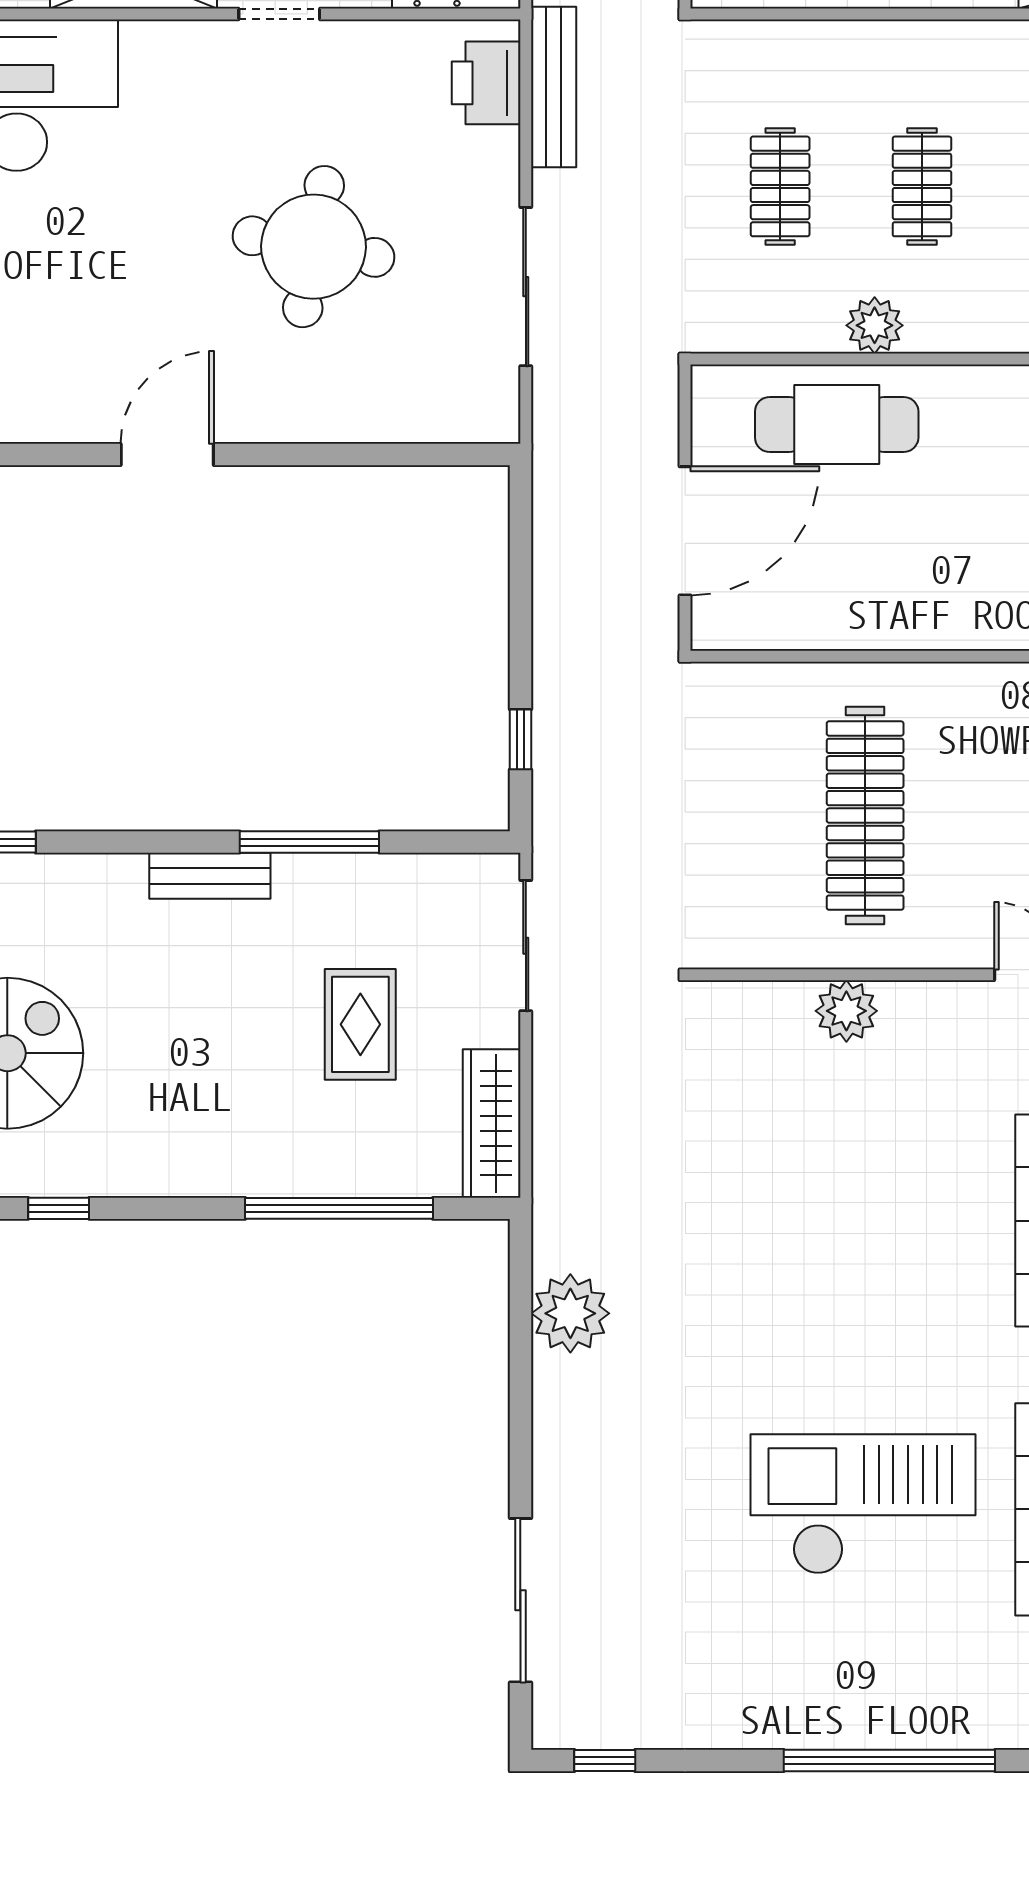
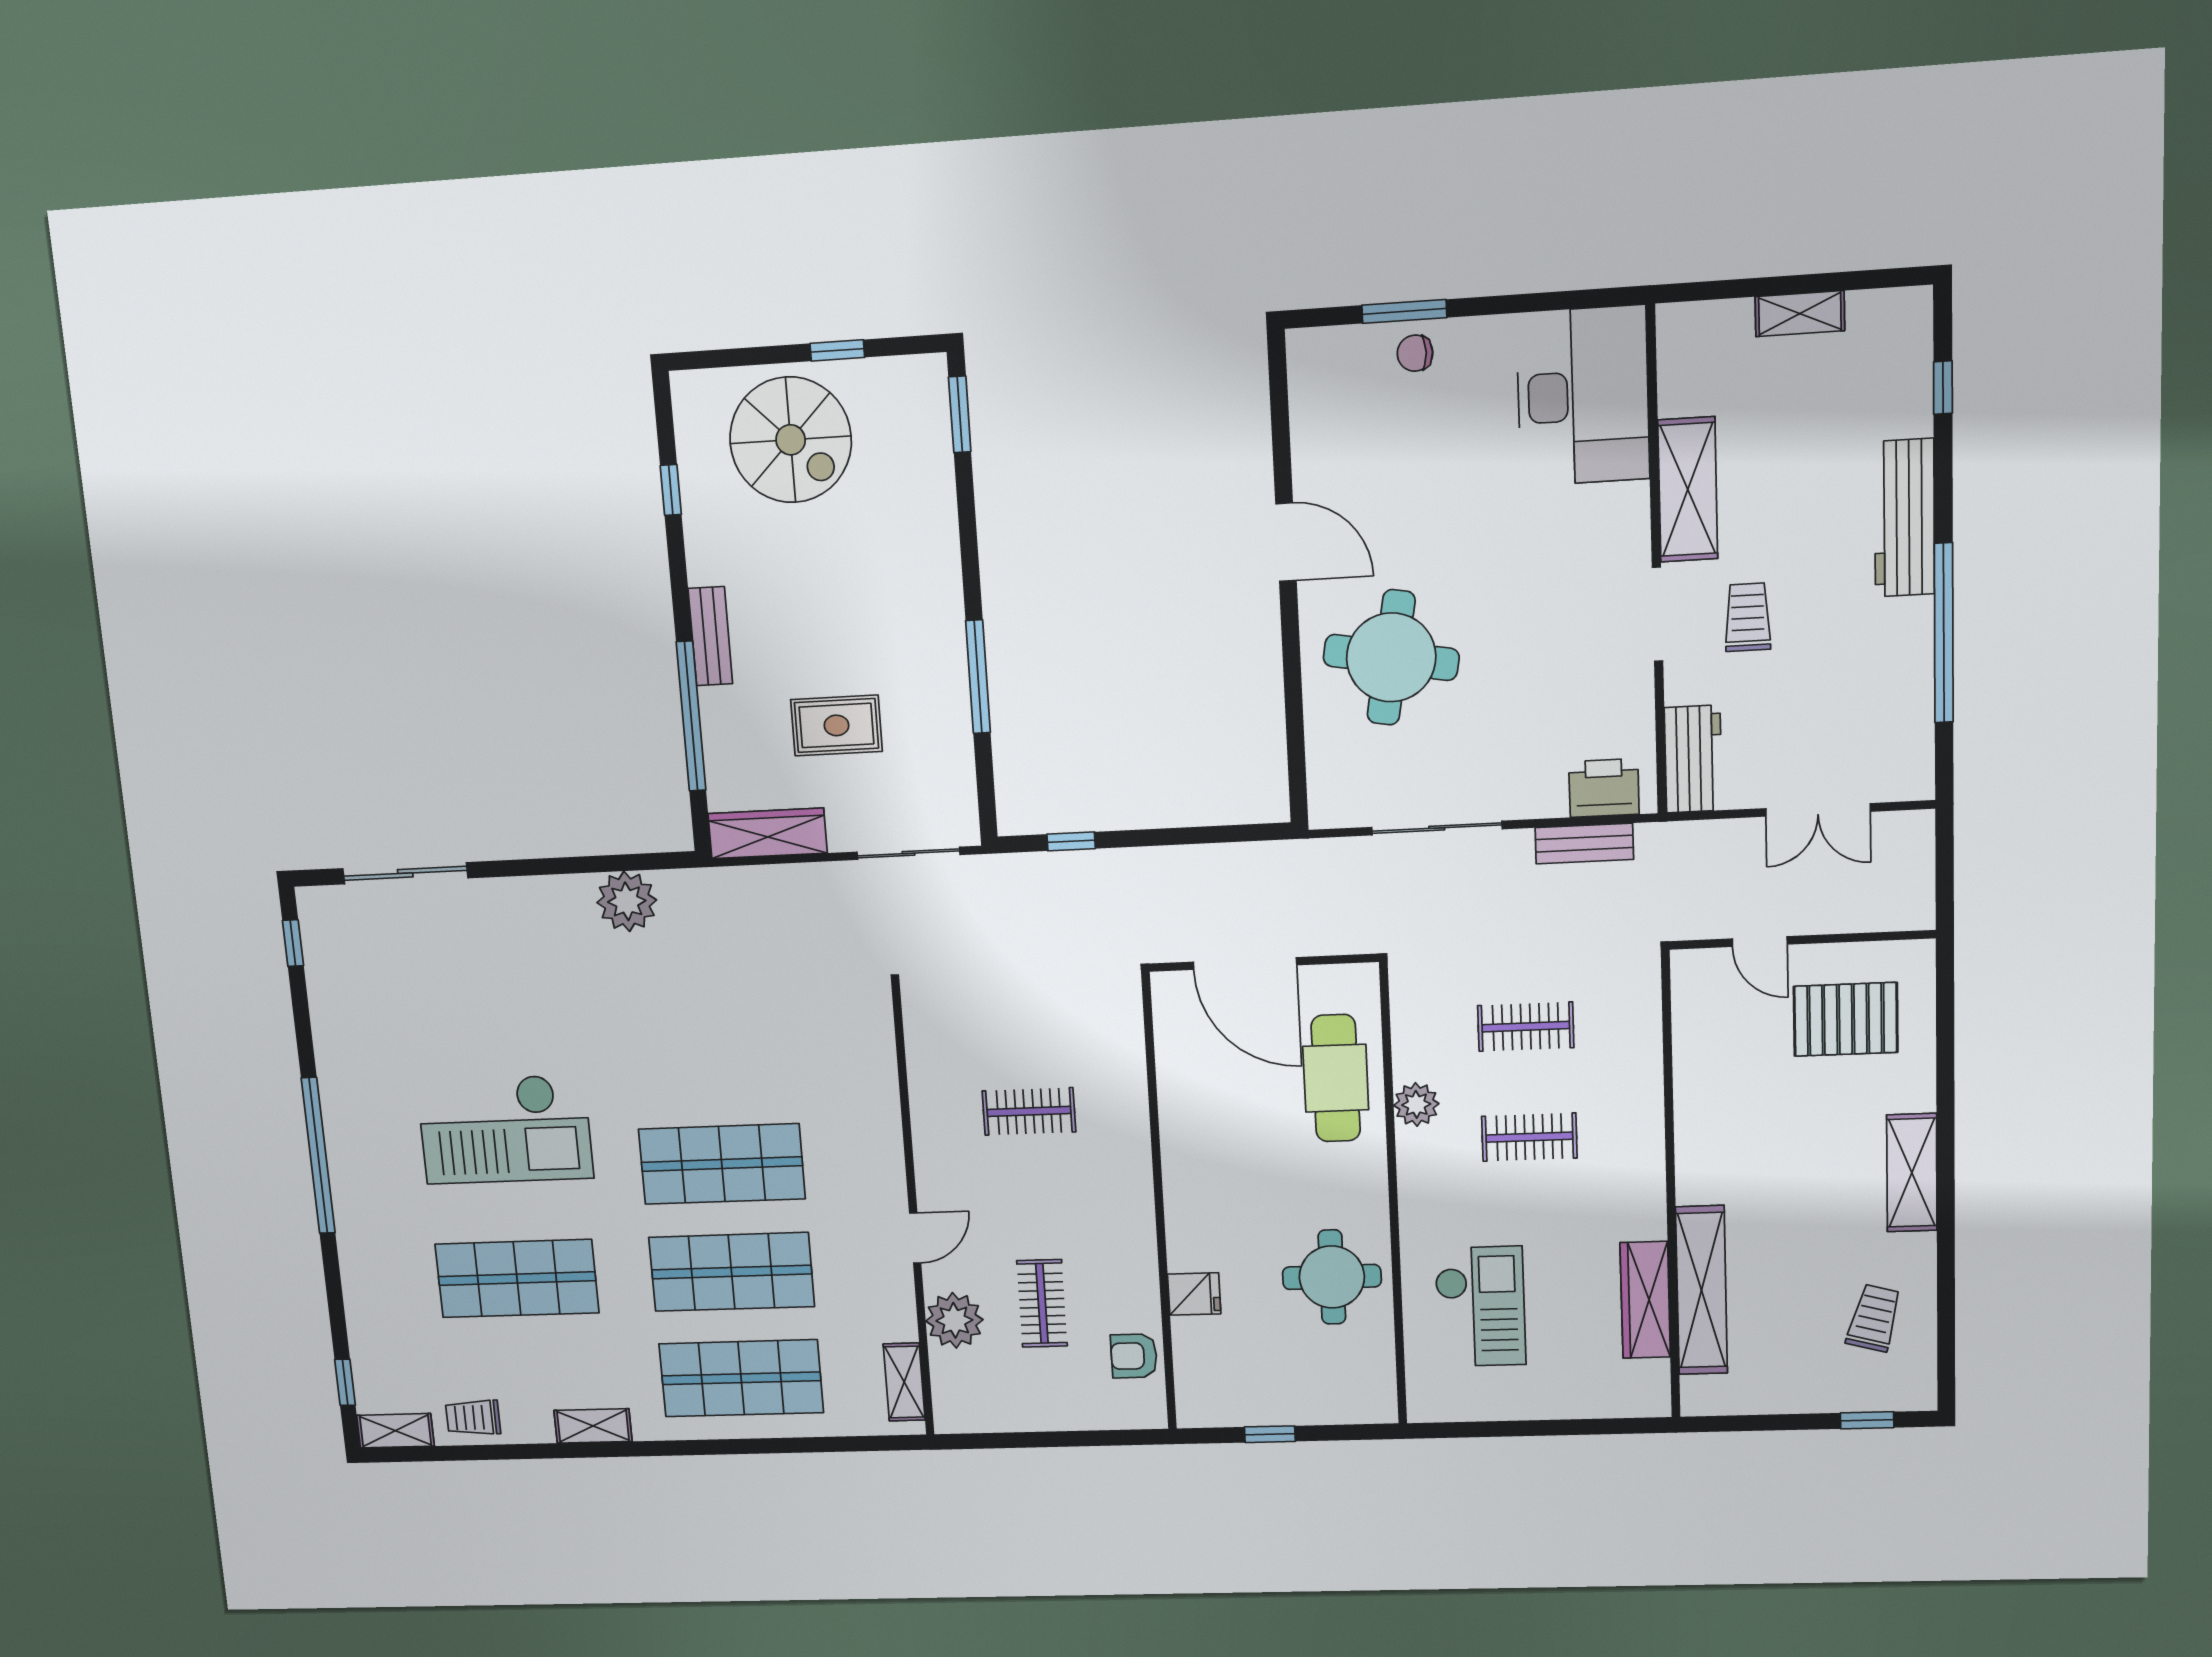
doorway: (279, 14) -> (1658, 614), width x1.38
bench: (554, 87) -> (1584, 844), width x0.73
round table: (314, 247) -> (1391, 657), moved
clothes rail: (865, 816) -> (1029, 1111), width x0.54, depth x0.76
bench: (210, 876) -> (710, 636), moved
plant: (846, 1011) -> (877, 1103), removed
shop shelf: (920, 1221) -> (722, 1164), added
checkout: (863, 1504) -> (505, 1129), turned 90

